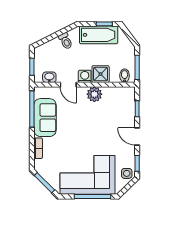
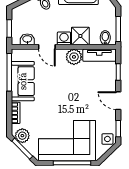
tv unit: (119, 93) -> (99, 55), added
plant: (45, 170) -> (22, 136), added

